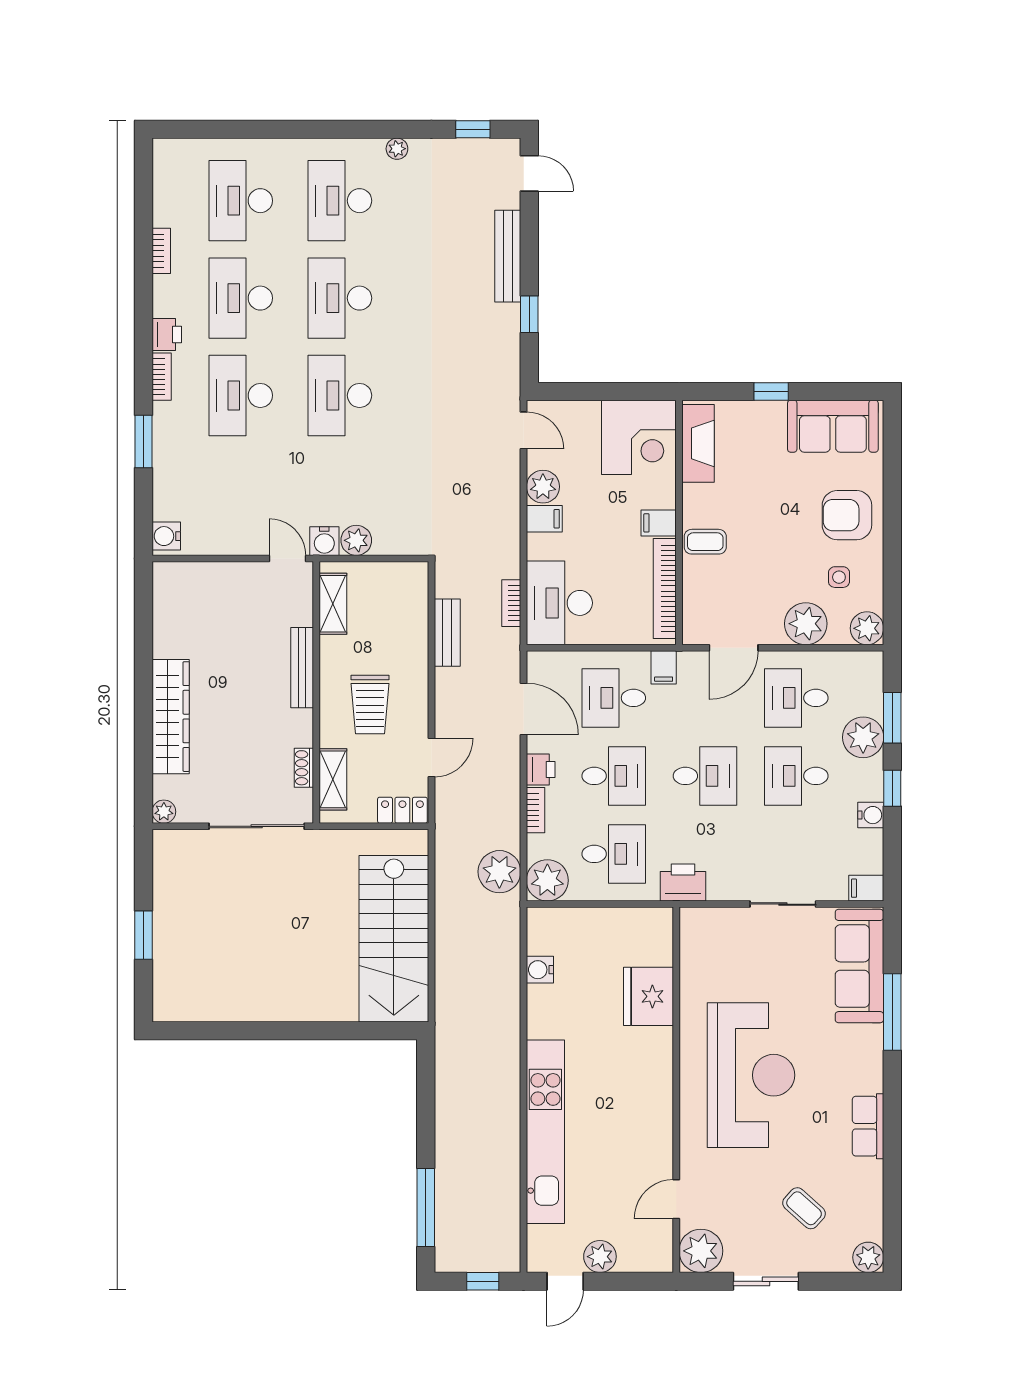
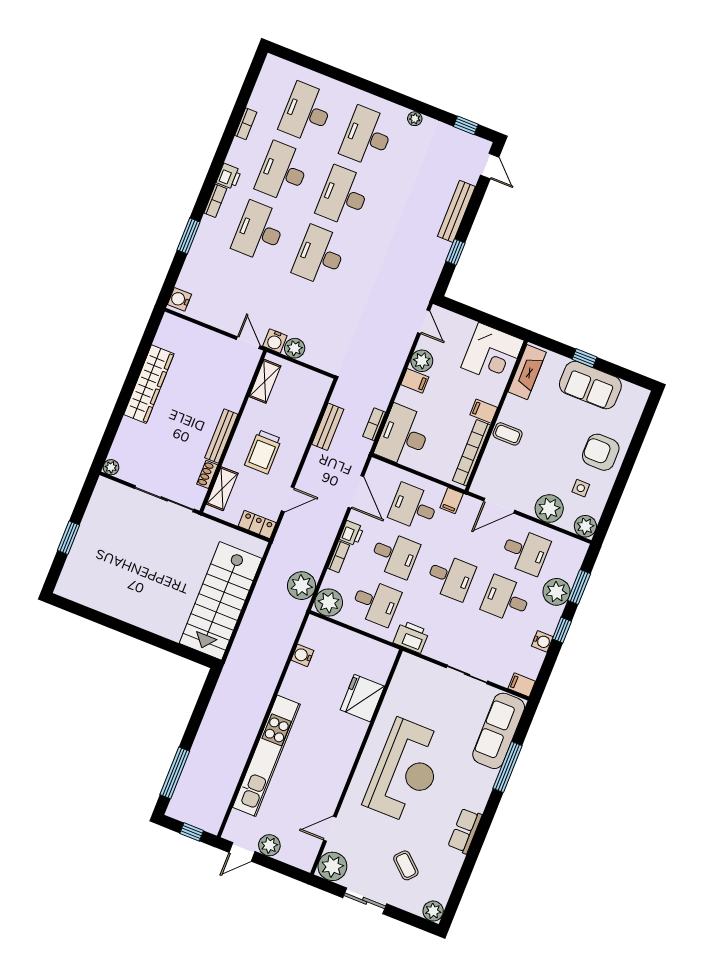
sofa: (833, 426) -> (590, 385), moved
bench: (302, 668) -> (221, 436), moved
desk: (796, 698) -> (525, 552), turned 180
wardrobe: (171, 717) -> (149, 384), moved

